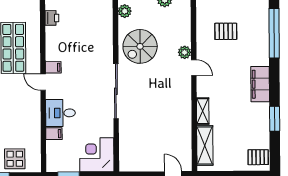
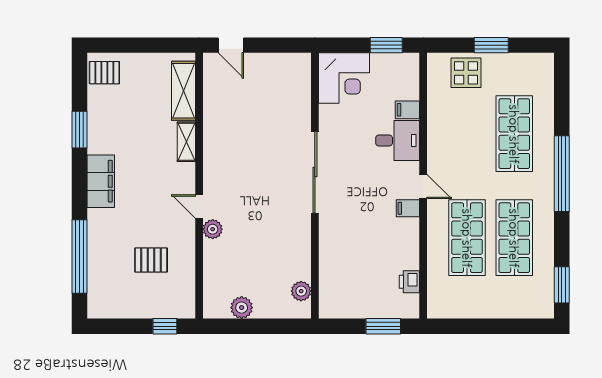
spiral stairs: (140, 46) -> (279, 238), removed

